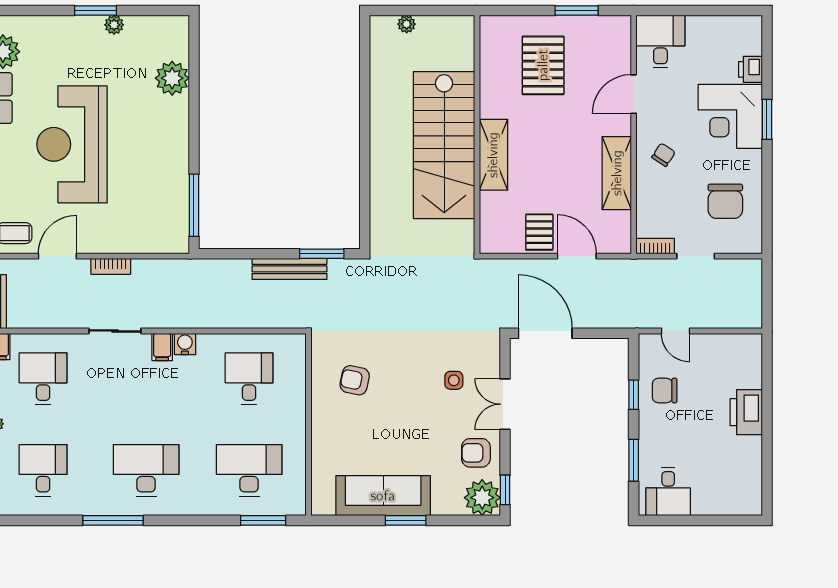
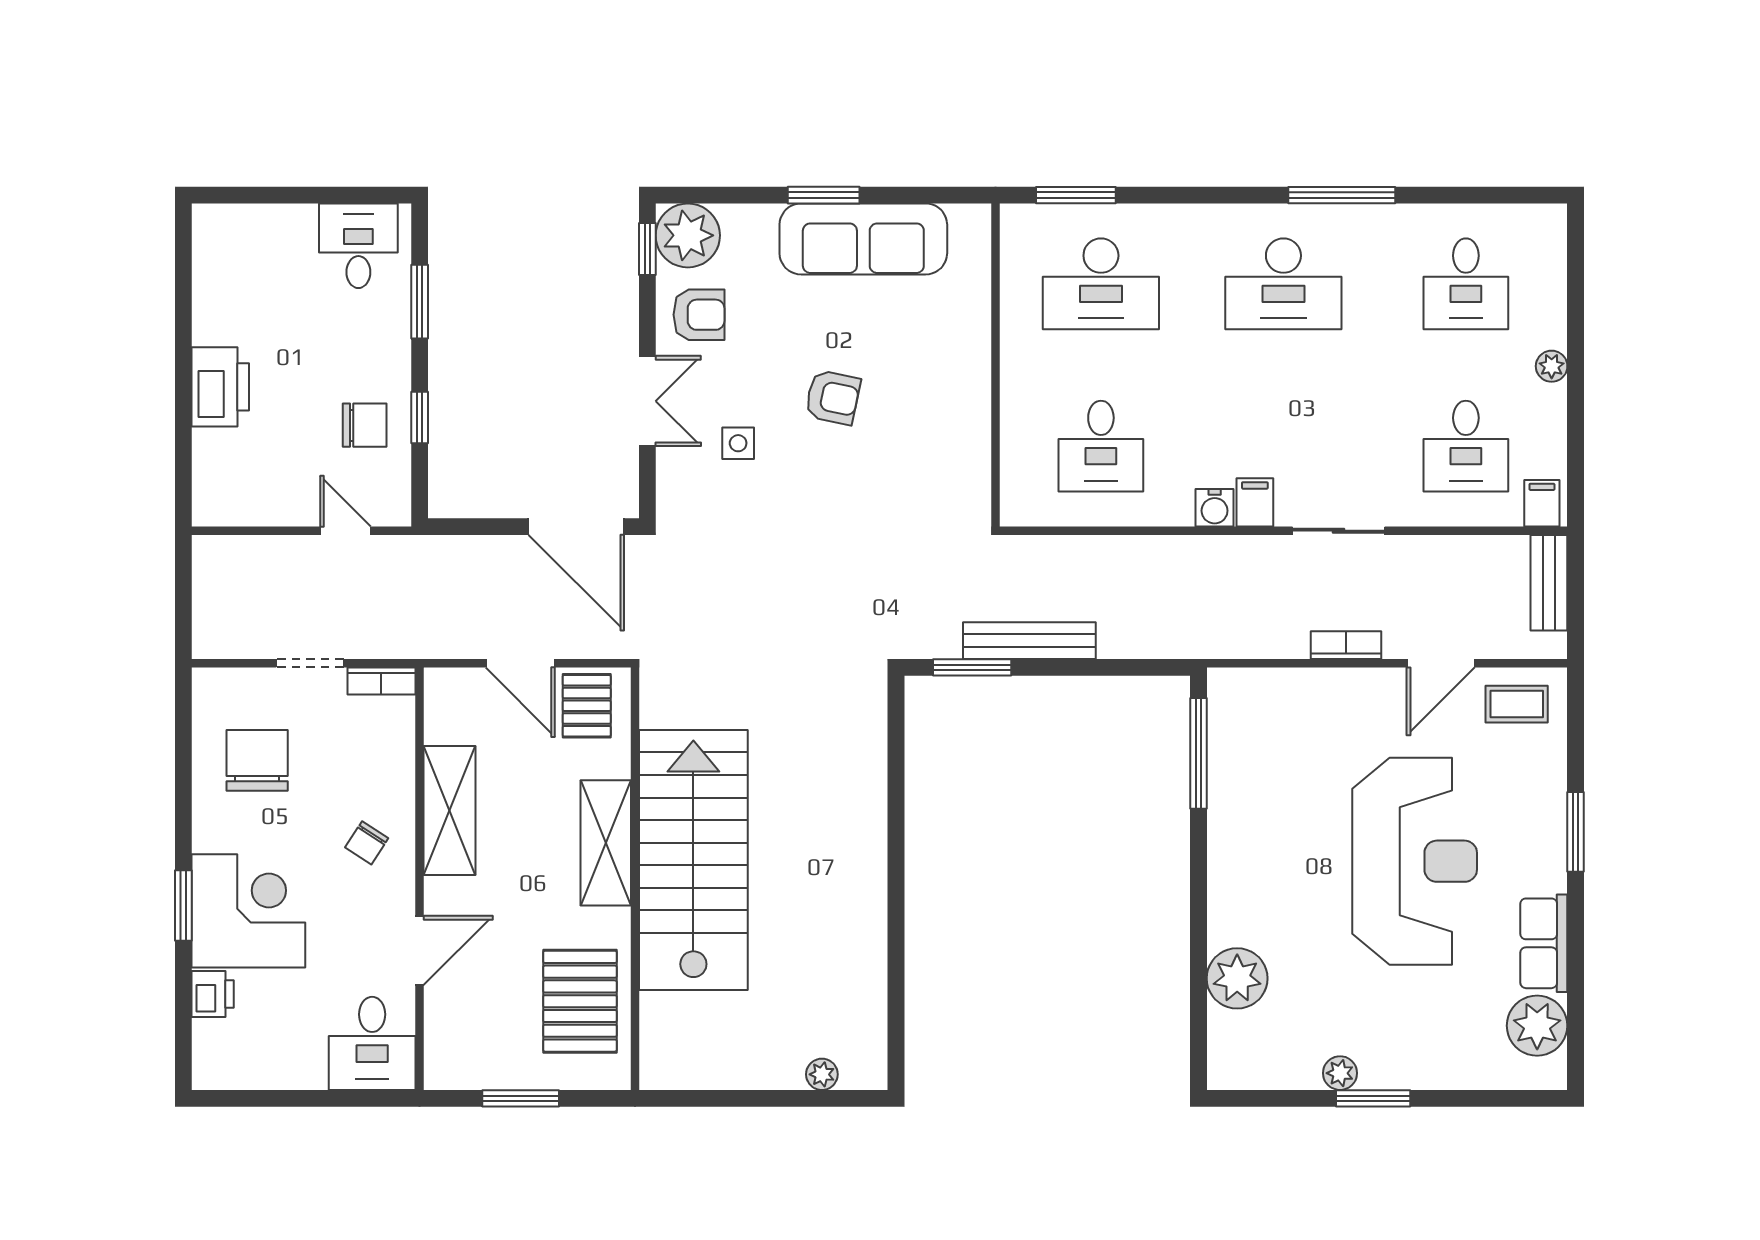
wall: (477, 134) -> (635, 879), moved
stairs: (444, 145) -> (693, 860), moved
shelving: (493, 155) -> (606, 843), moved
armchair: (355, 380) -> (833, 397), moved

